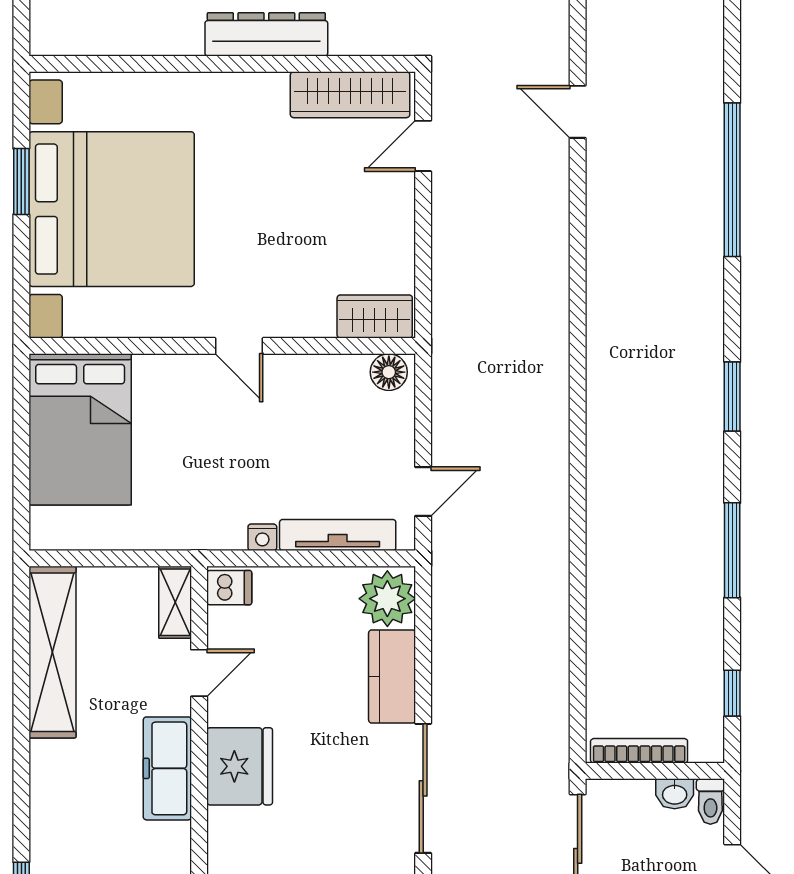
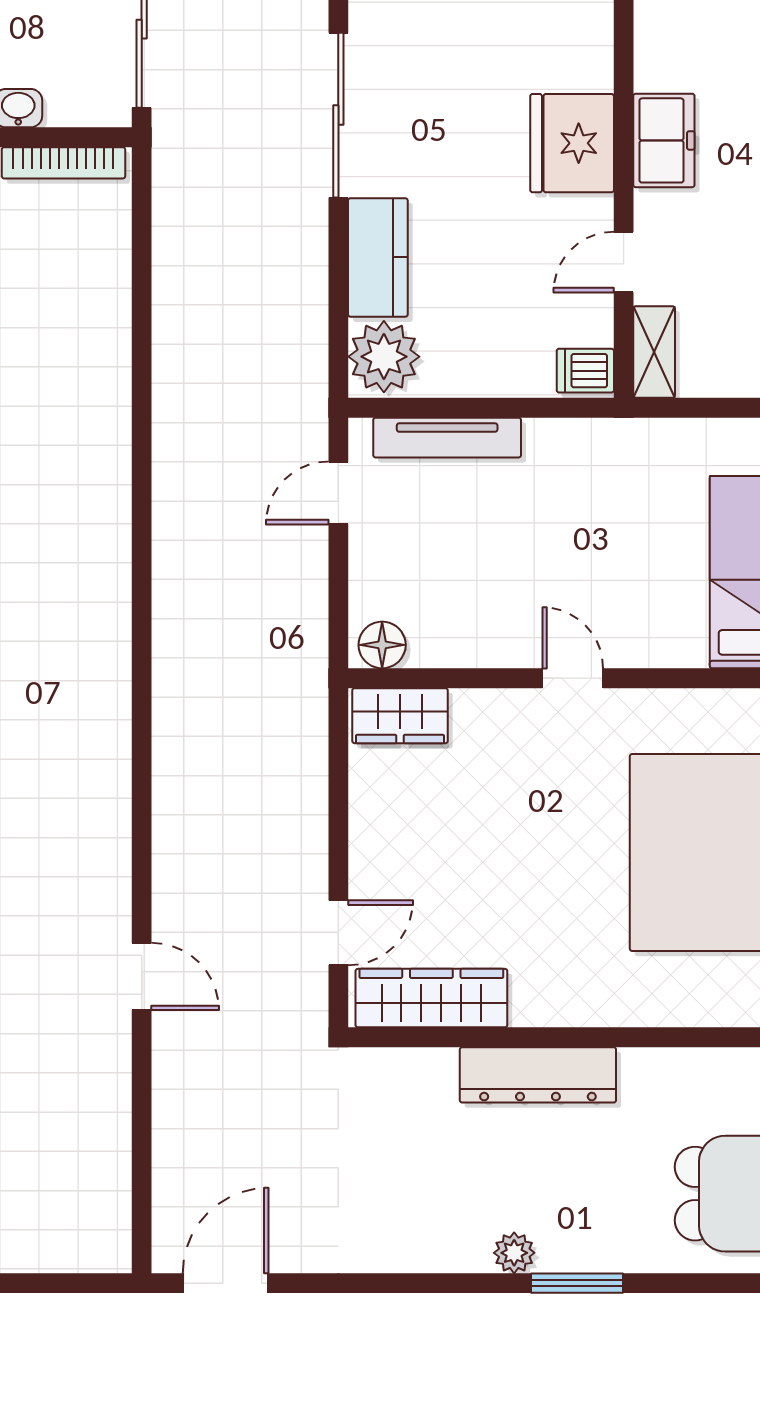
nightstand: (262, 537) -> (543, 435), removed
freezer: (167, 768) -> (664, 140), width x0.71

